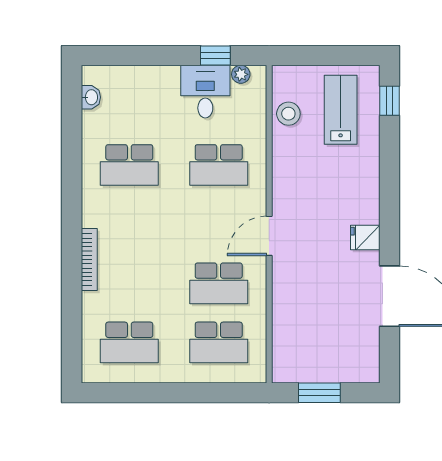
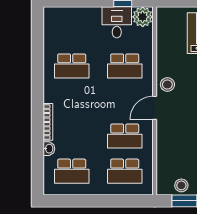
plant: (241, 74) -> (143, 17), width x1.87, depth x1.87
washbasin: (91, 97) -> (49, 149), moved
stool: (288, 114) -> (167, 84), moved
stool: (314, 367) -> (181, 185), added

